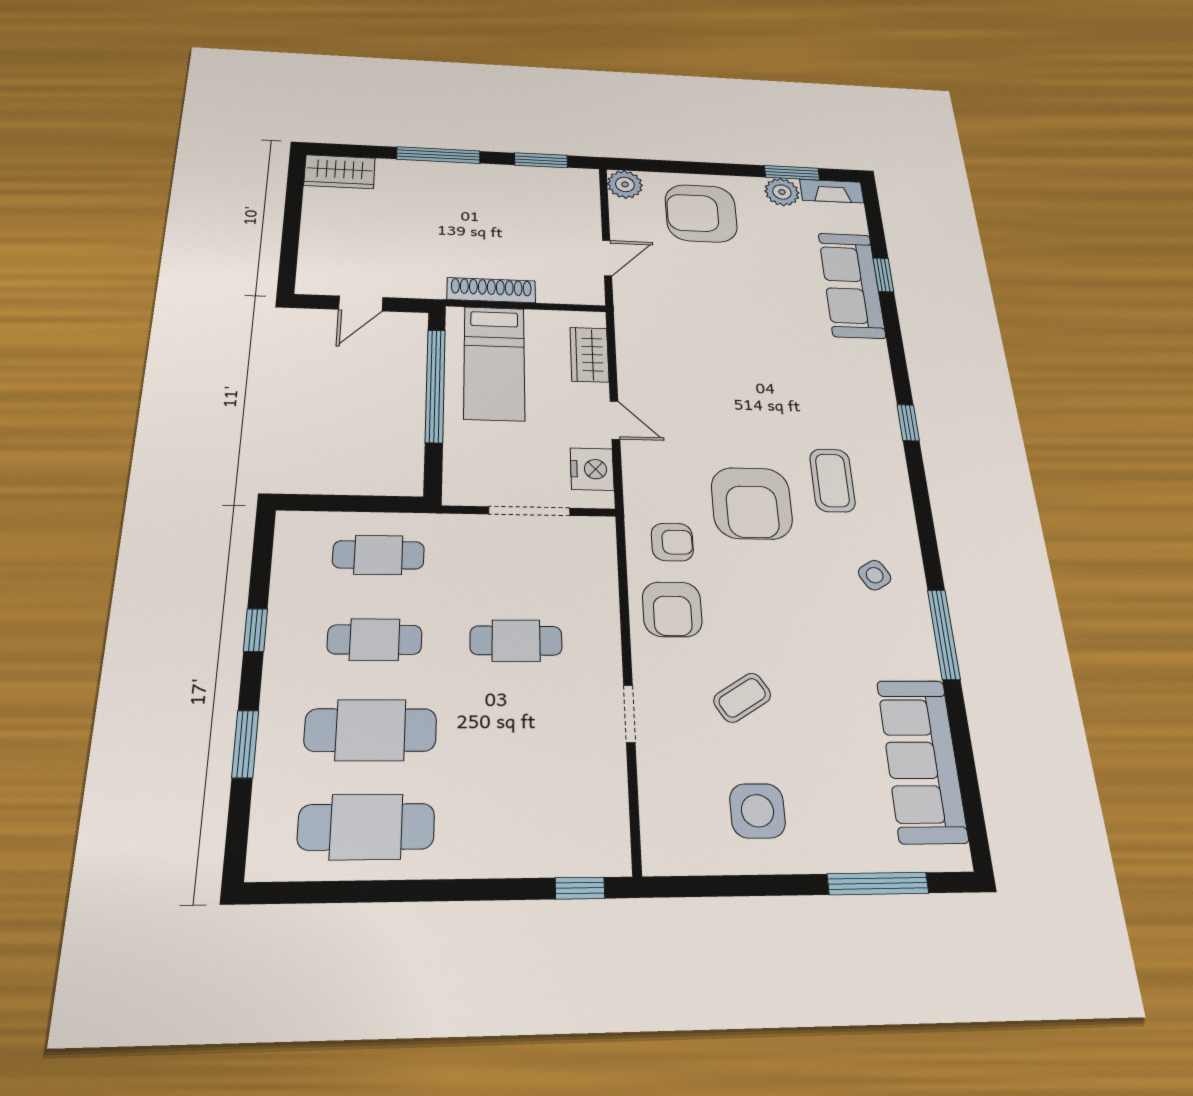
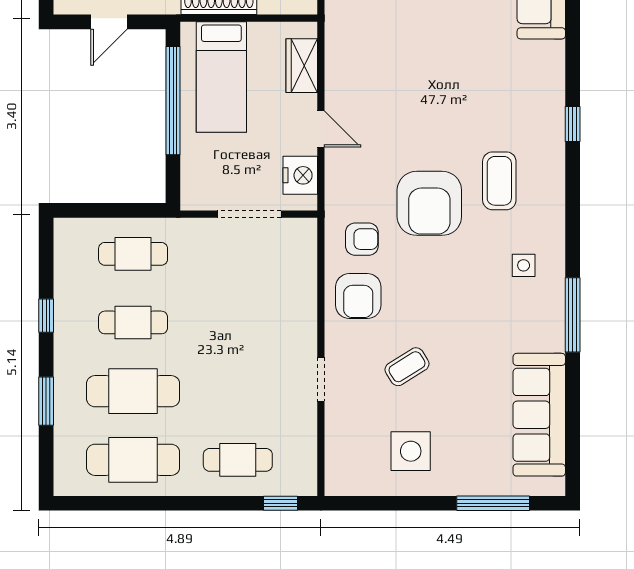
side table: (875, 575) -> (524, 265), turned 31
cafe table: (516, 641) -> (238, 460), moved

